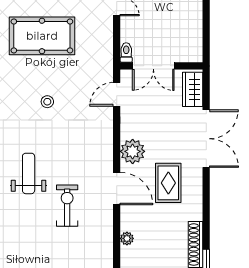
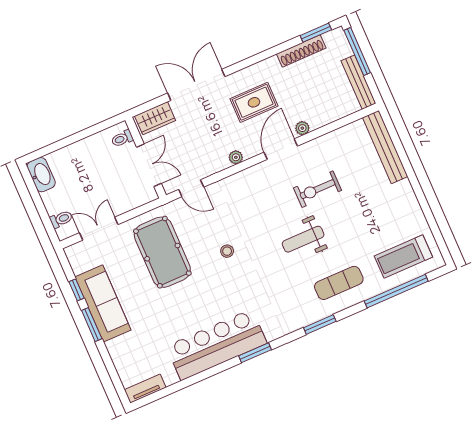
pool table: (42, 36) -> (162, 252), moved
toilet: (126, 53) -> (122, 139), moved
plant: (133, 151) -> (236, 157), width x0.53, depth x0.53
plant: (127, 238) -> (302, 128), moved

